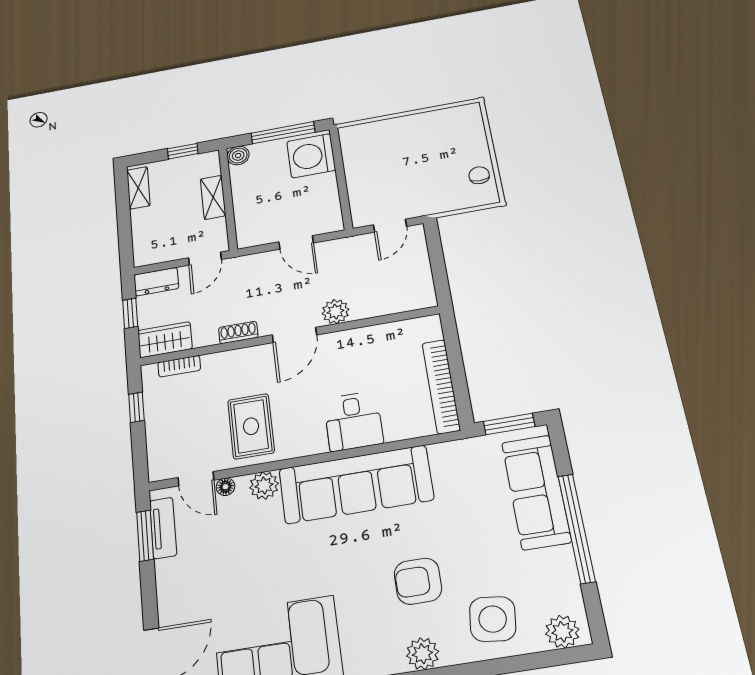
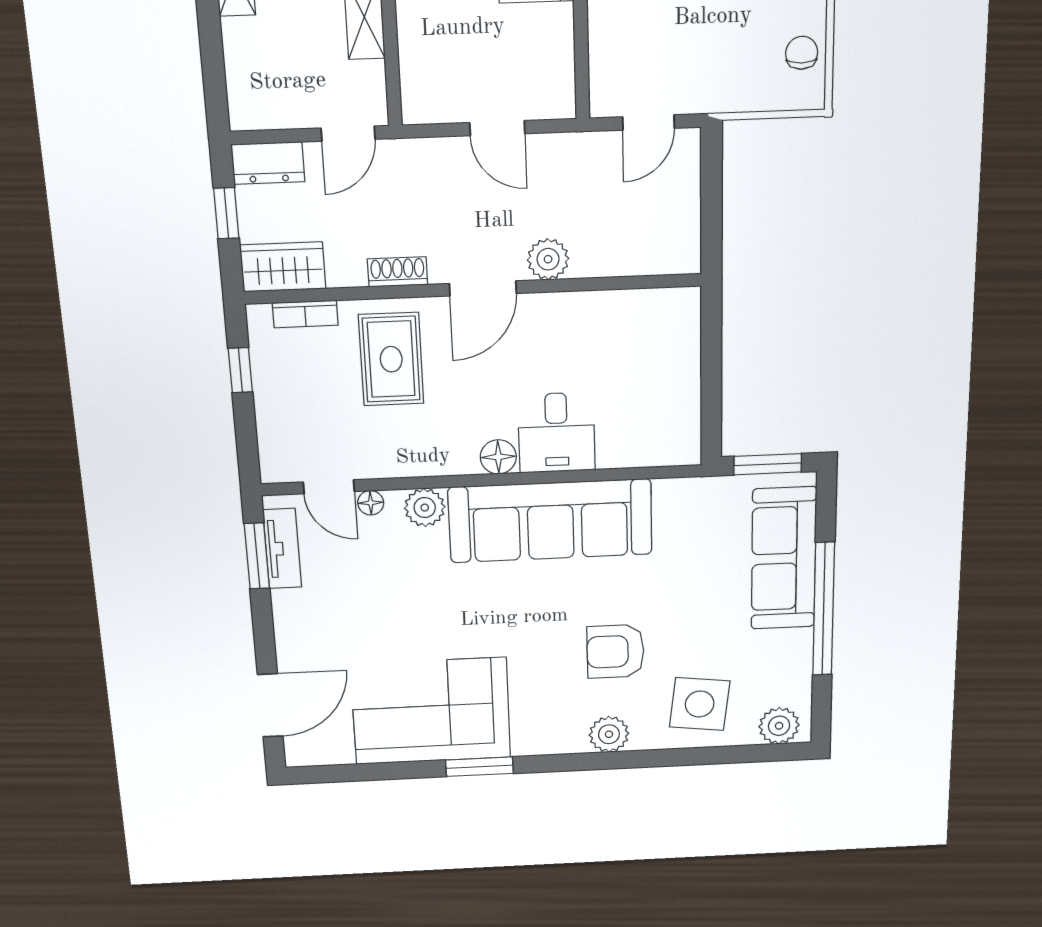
bookcase: (441, 386) -> (685, 398), removed
rug: (251, 426) -> (391, 359), moved
floor lamp: (314, 443) -> (498, 457), added

